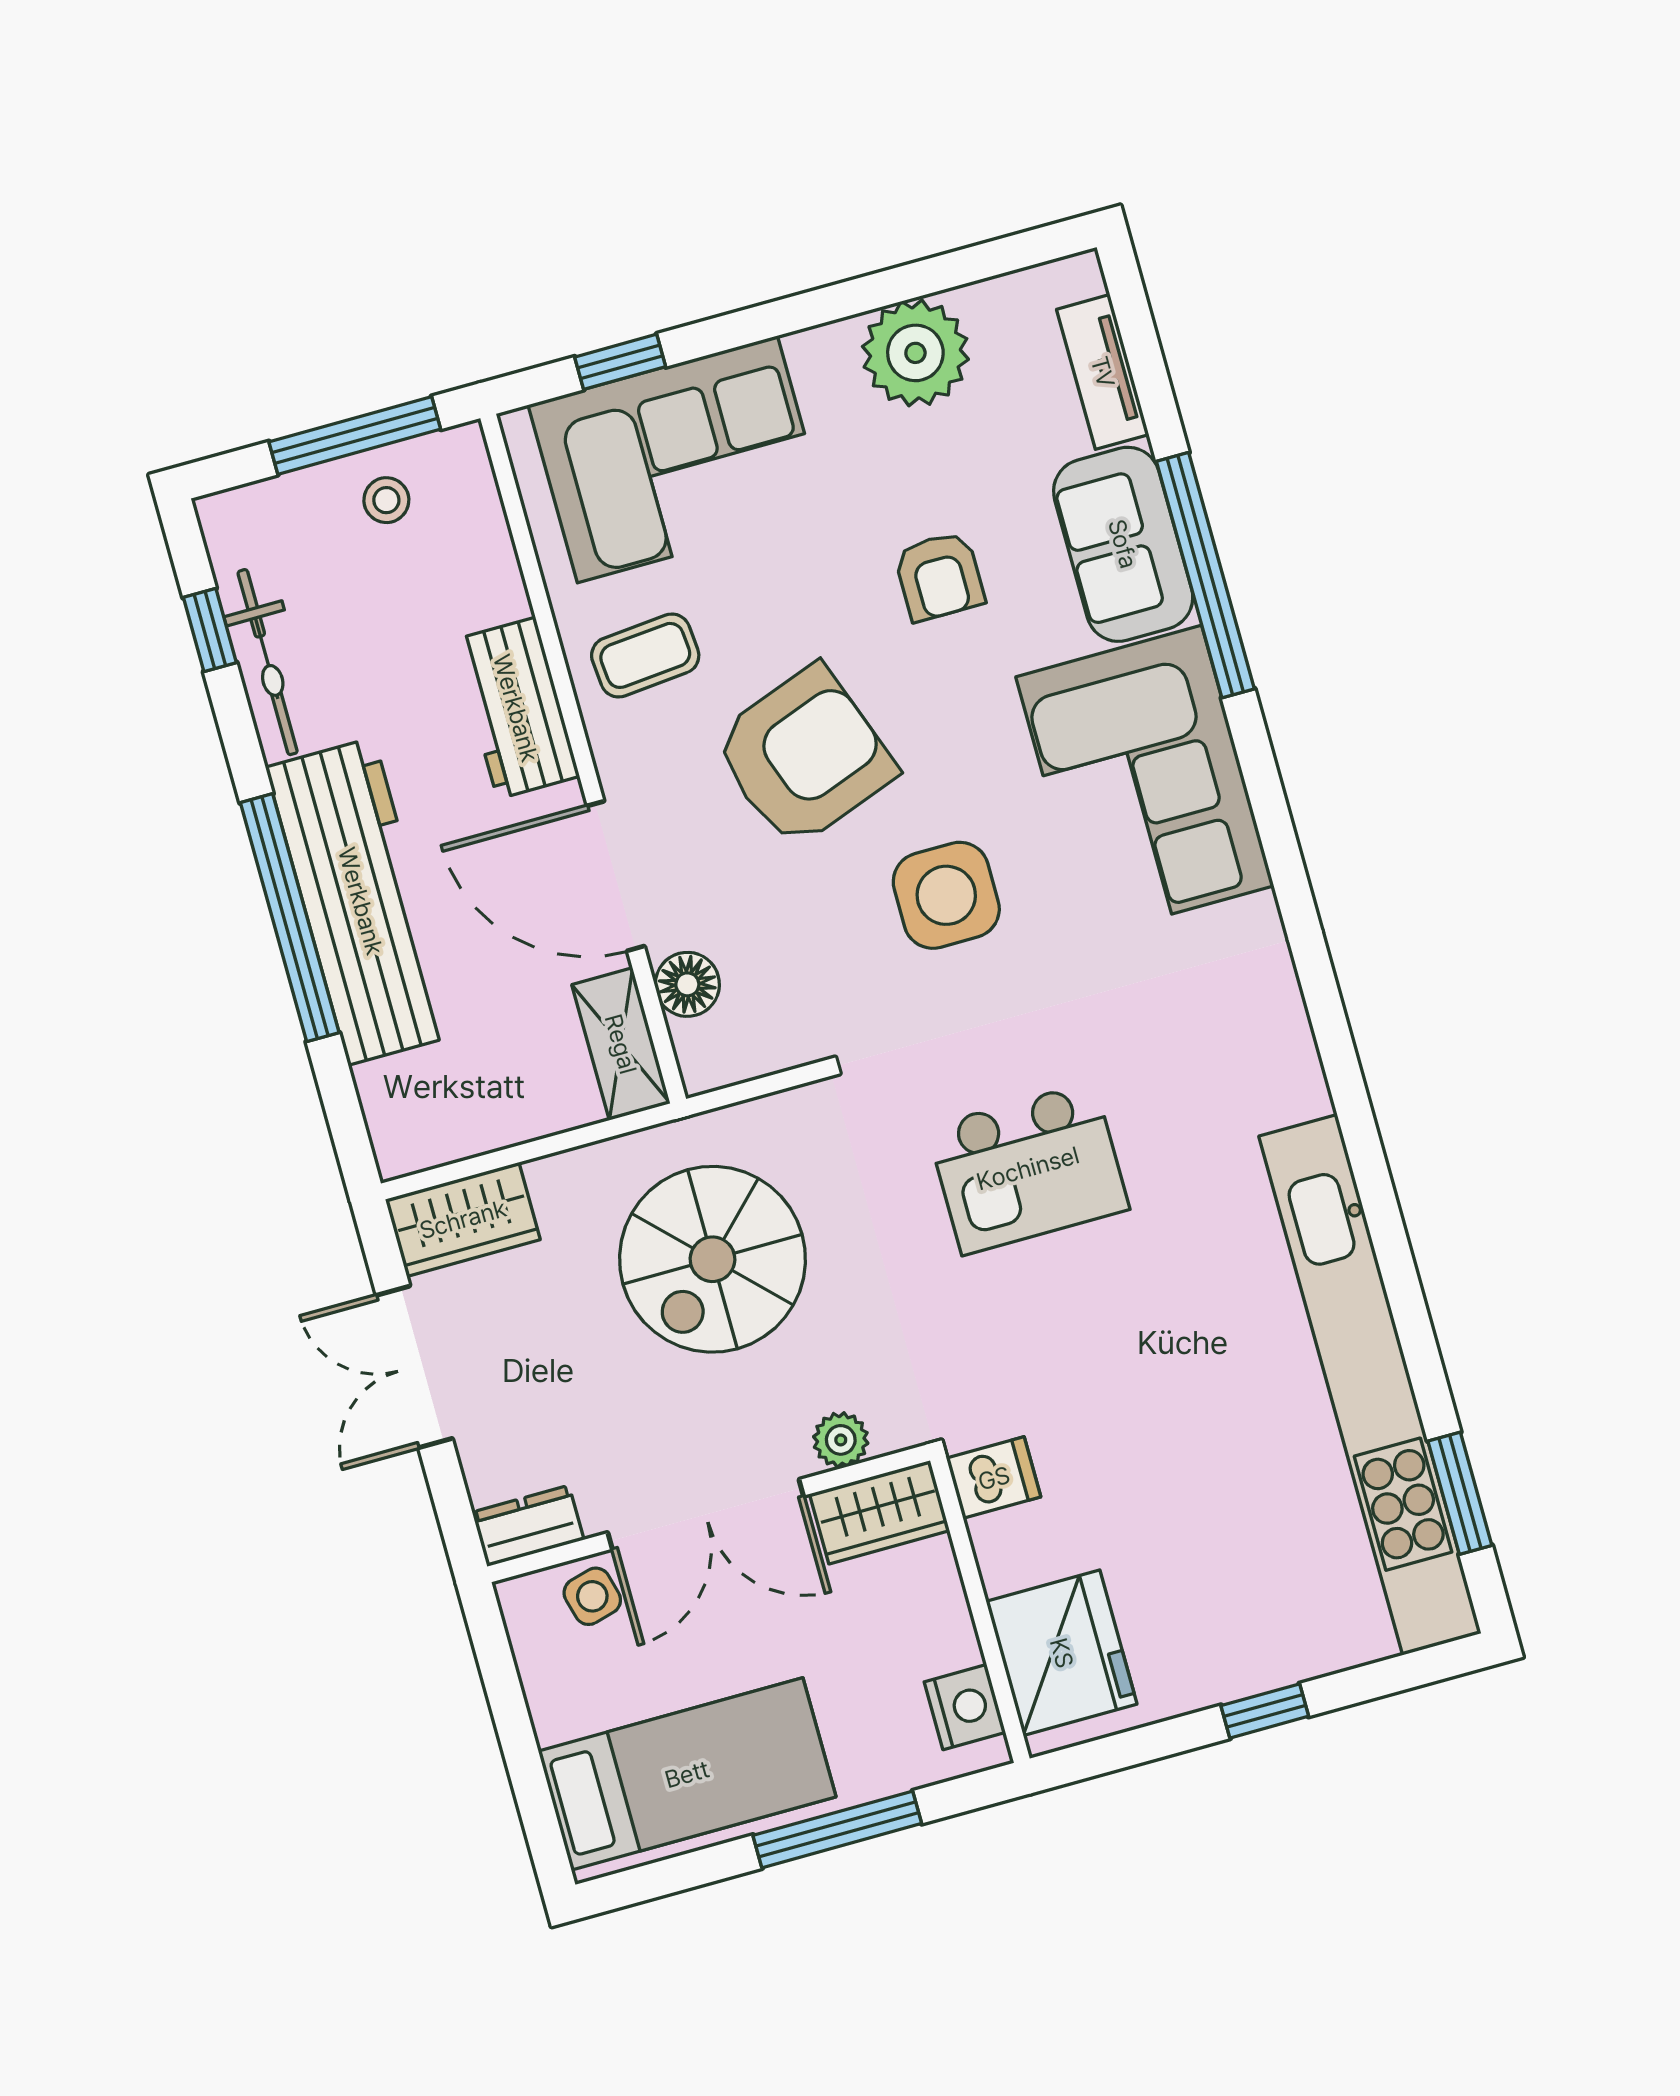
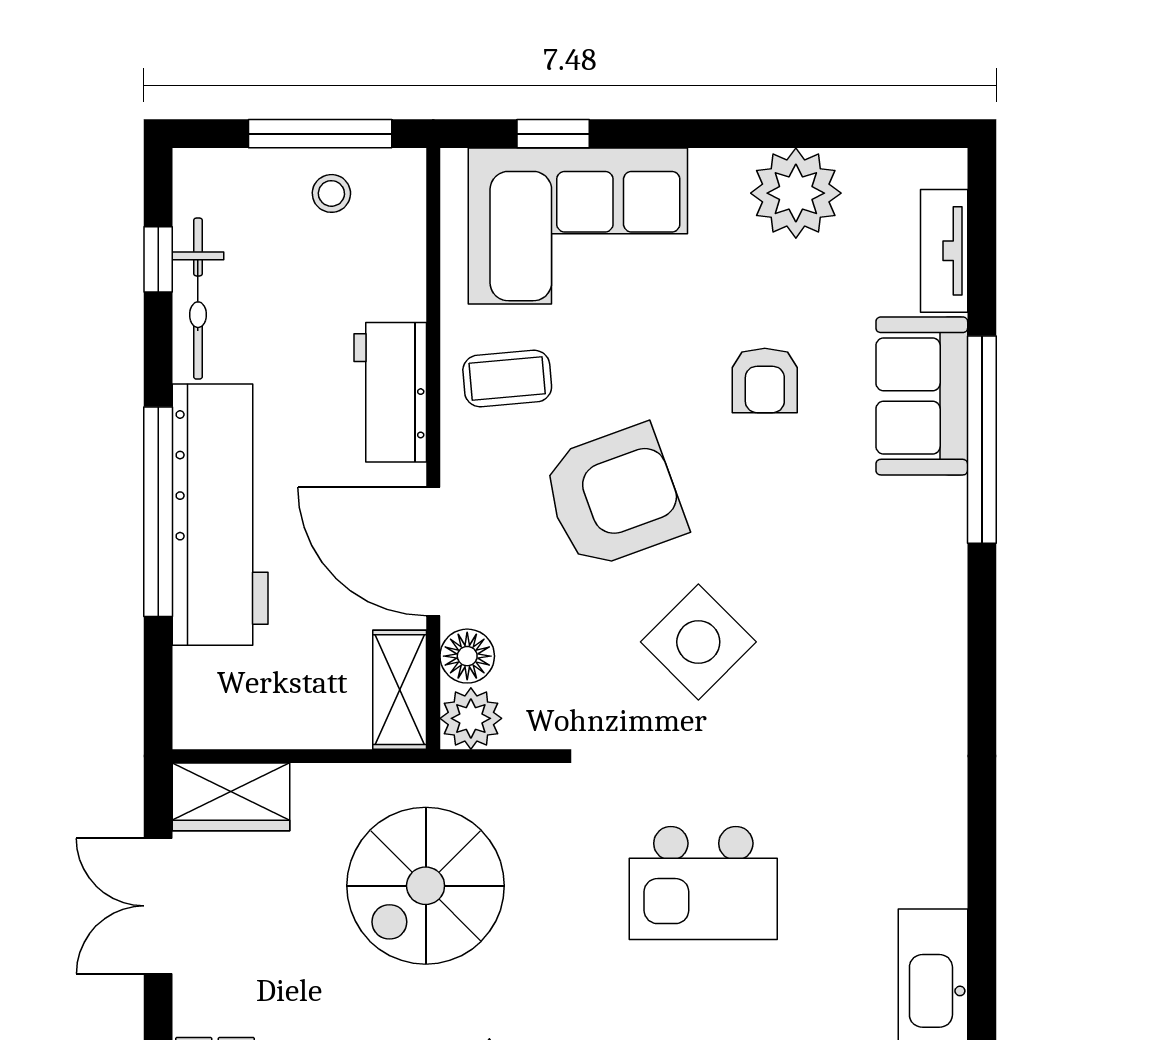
corner sofa: (1145, 781) -> (886, 594), removed
side table: (946, 895) -> (698, 642), turned 45
plant: (711, 1054) -> (471, 718), added

